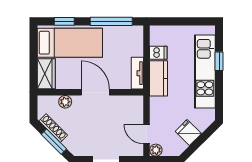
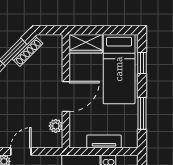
window: (111, 21) -> (142, 113), width x0.69
tv unit: (137, 73) -> (104, 142), moved
plant: (65, 102) -> (56, 126), moved

